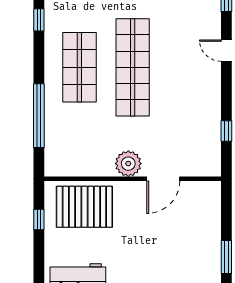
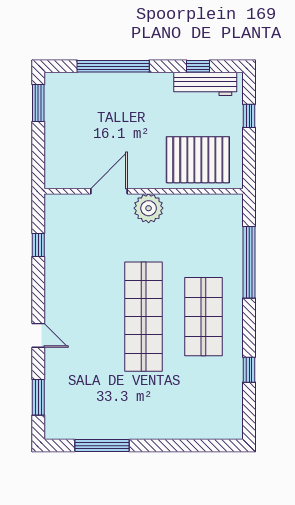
window: (39, 220) -> (249, 116), moved

